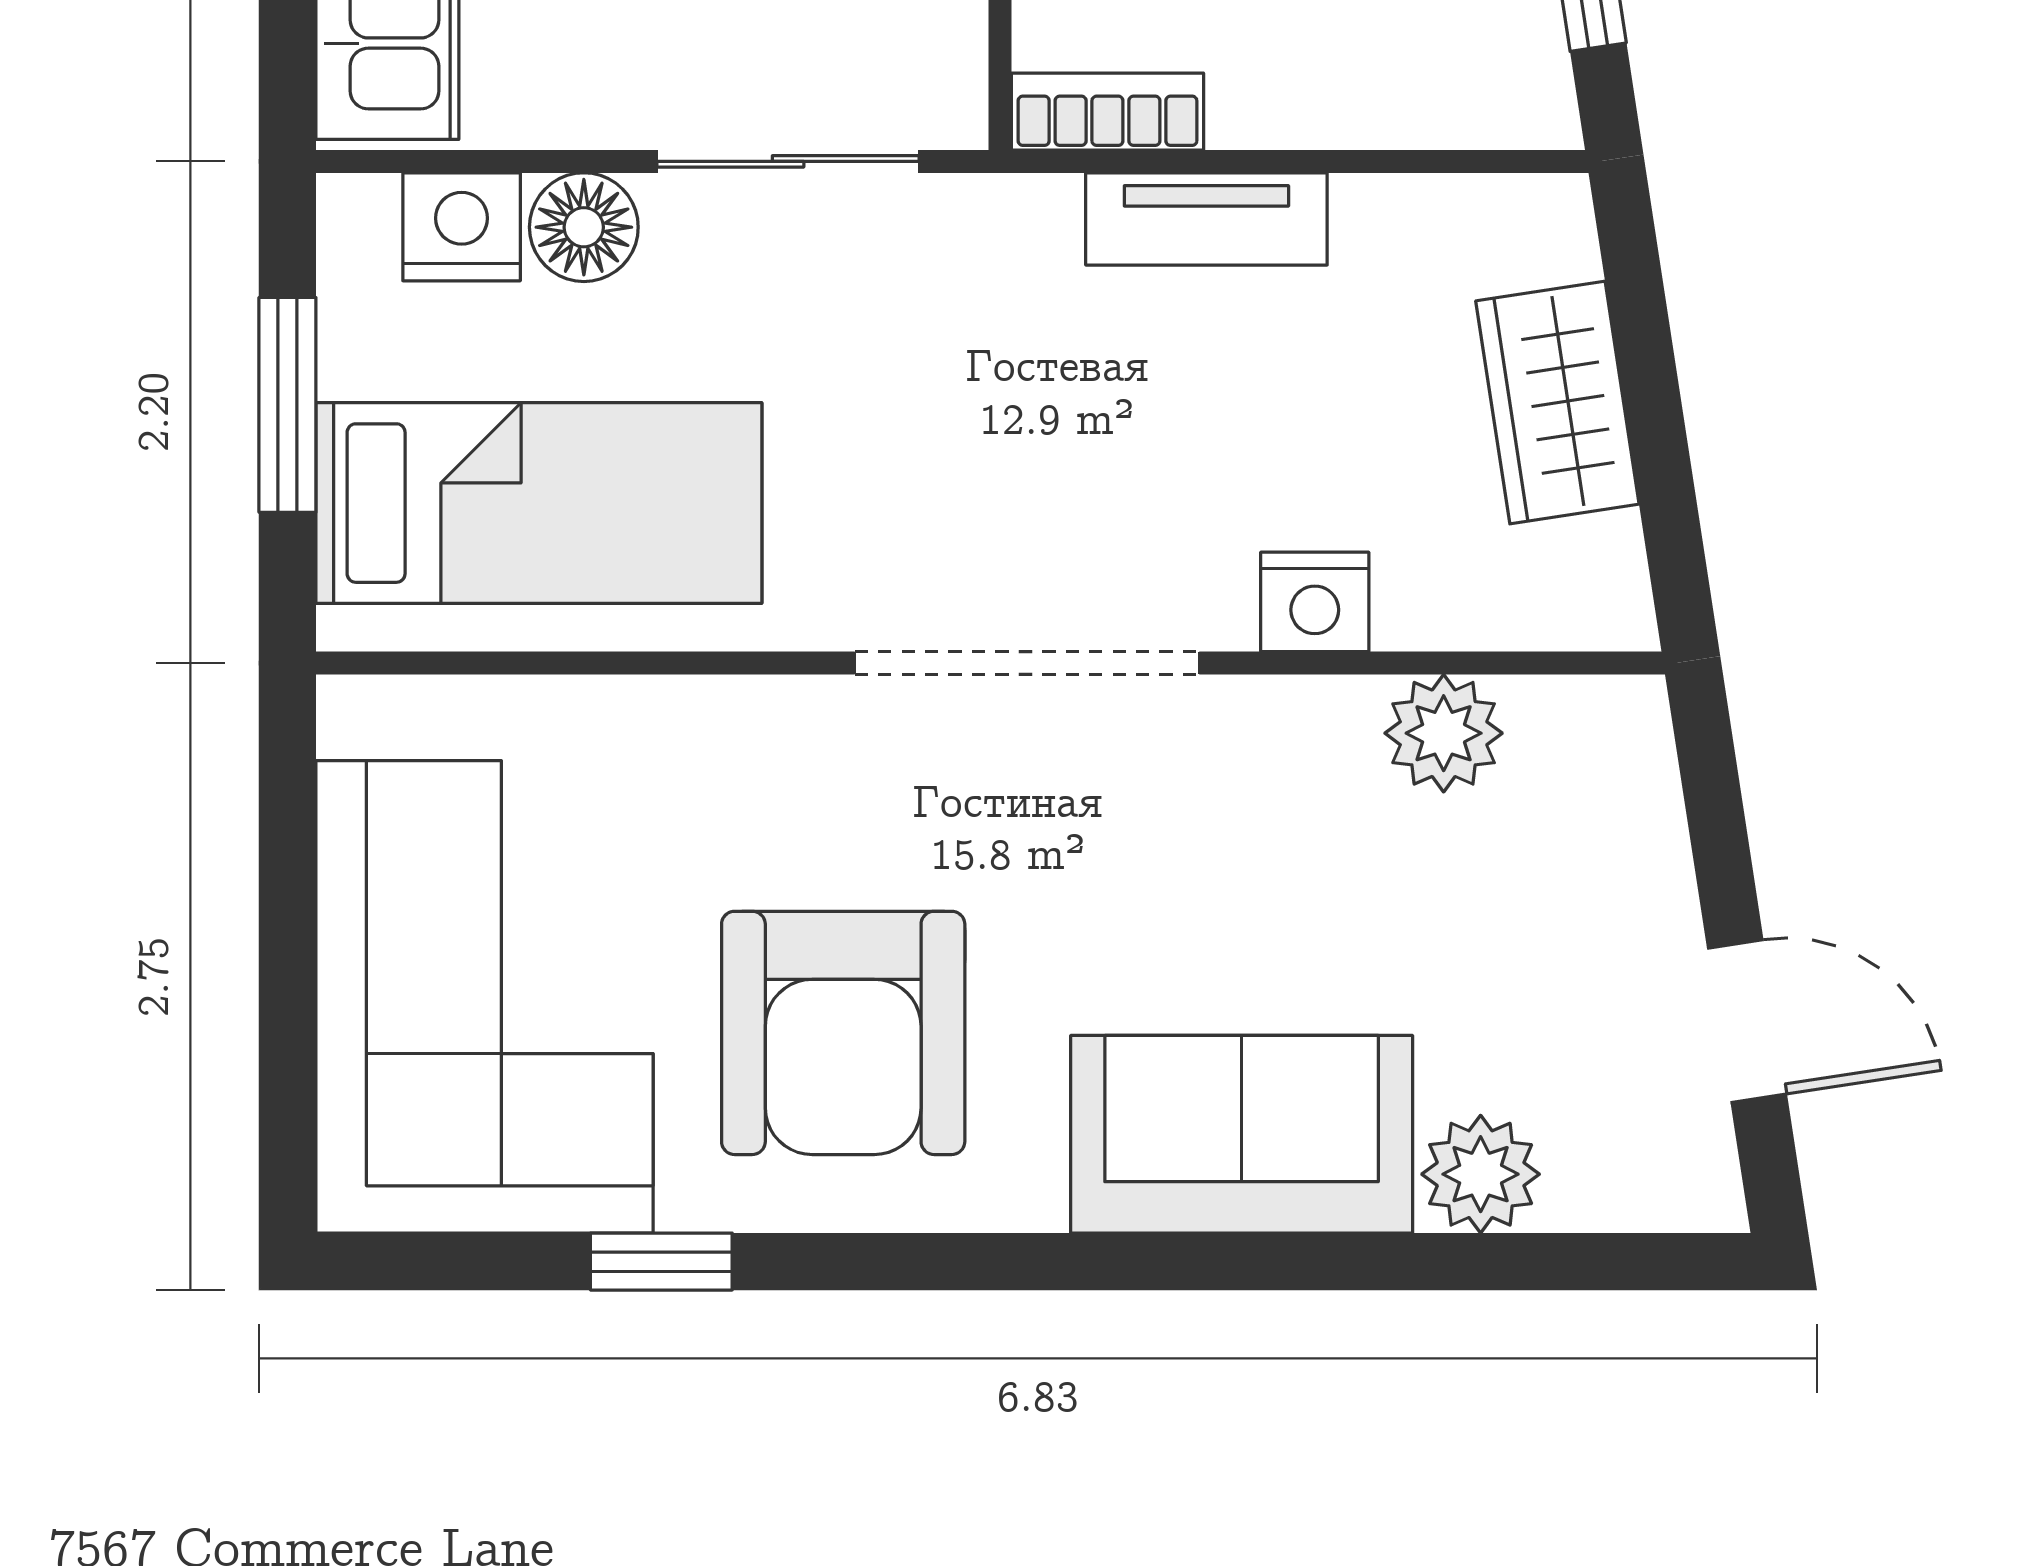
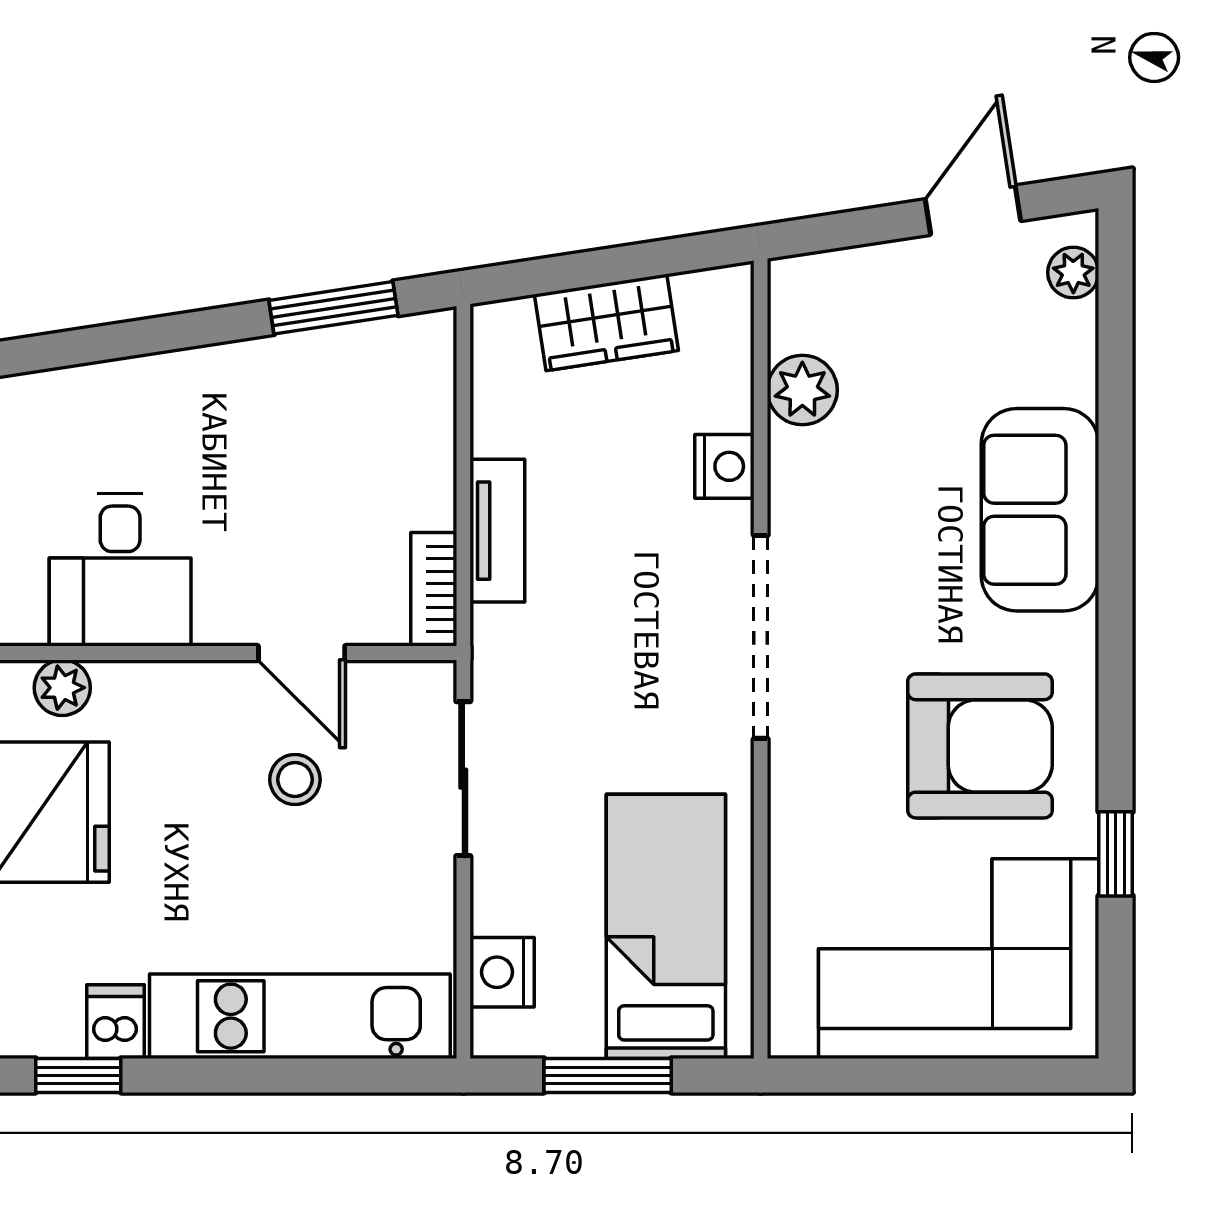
floor lamp: (584, 227) -> (502, 900), removed
plant: (1481, 1174) -> (1073, 273), moved, width x0.73, depth x0.73

